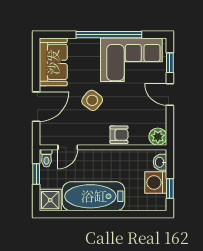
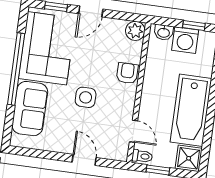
sofa: (53, 62) -> (30, 109), moved, turned 90
side table: (92, 100) -> (86, 97), turned -38
door: (36, 107) -> (84, 160), width x0.73

